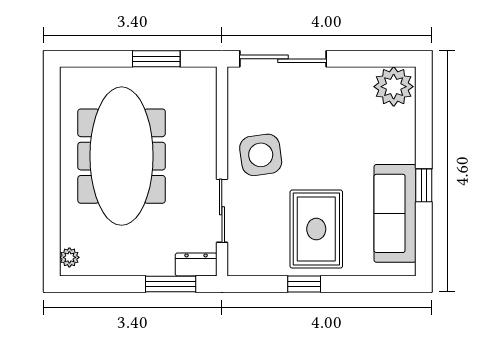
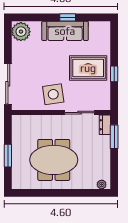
window: (156, 59) -> (8, 156), moved
meeting table: (122, 156) -> (54, 160), width x0.73
sofa: (395, 213) -> (65, 31), moved

